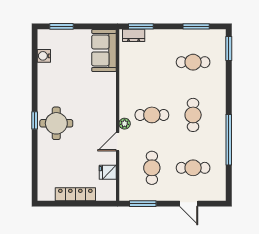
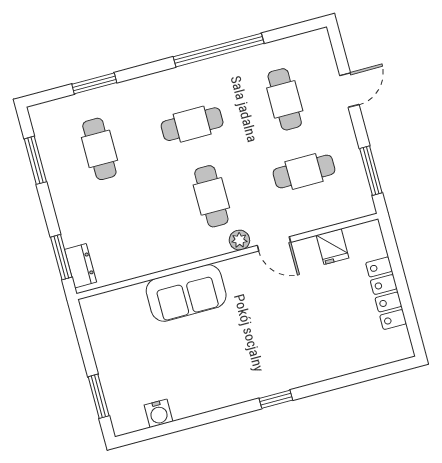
window: (229, 48) -> (94, 83), moved
sofa: (104, 50) -> (186, 293), moved
round table: (56, 123) -> (271, 360), removed

